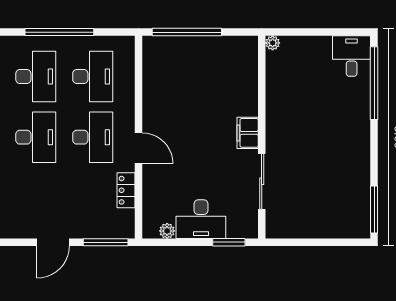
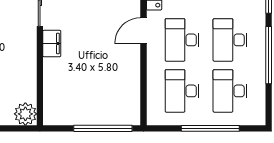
plant: (273, 43) -> (25, 114), width x1.87, depth x1.87
door: (139, 148) -> (144, 31), hinge flipped

